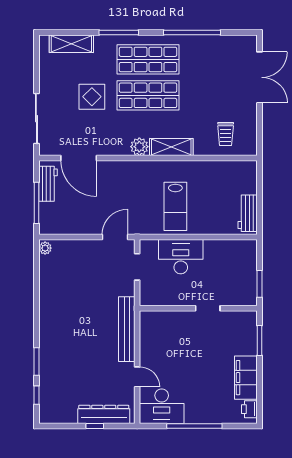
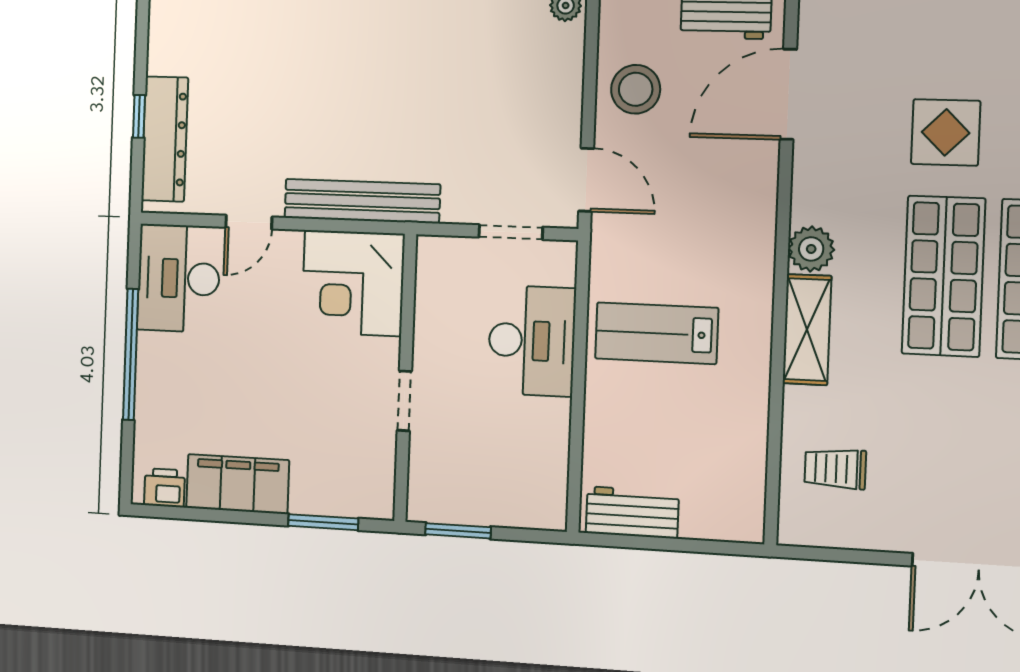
stool: (78, 219) -> (636, 89), added
corner desk: (161, 332) -> (353, 283), added

